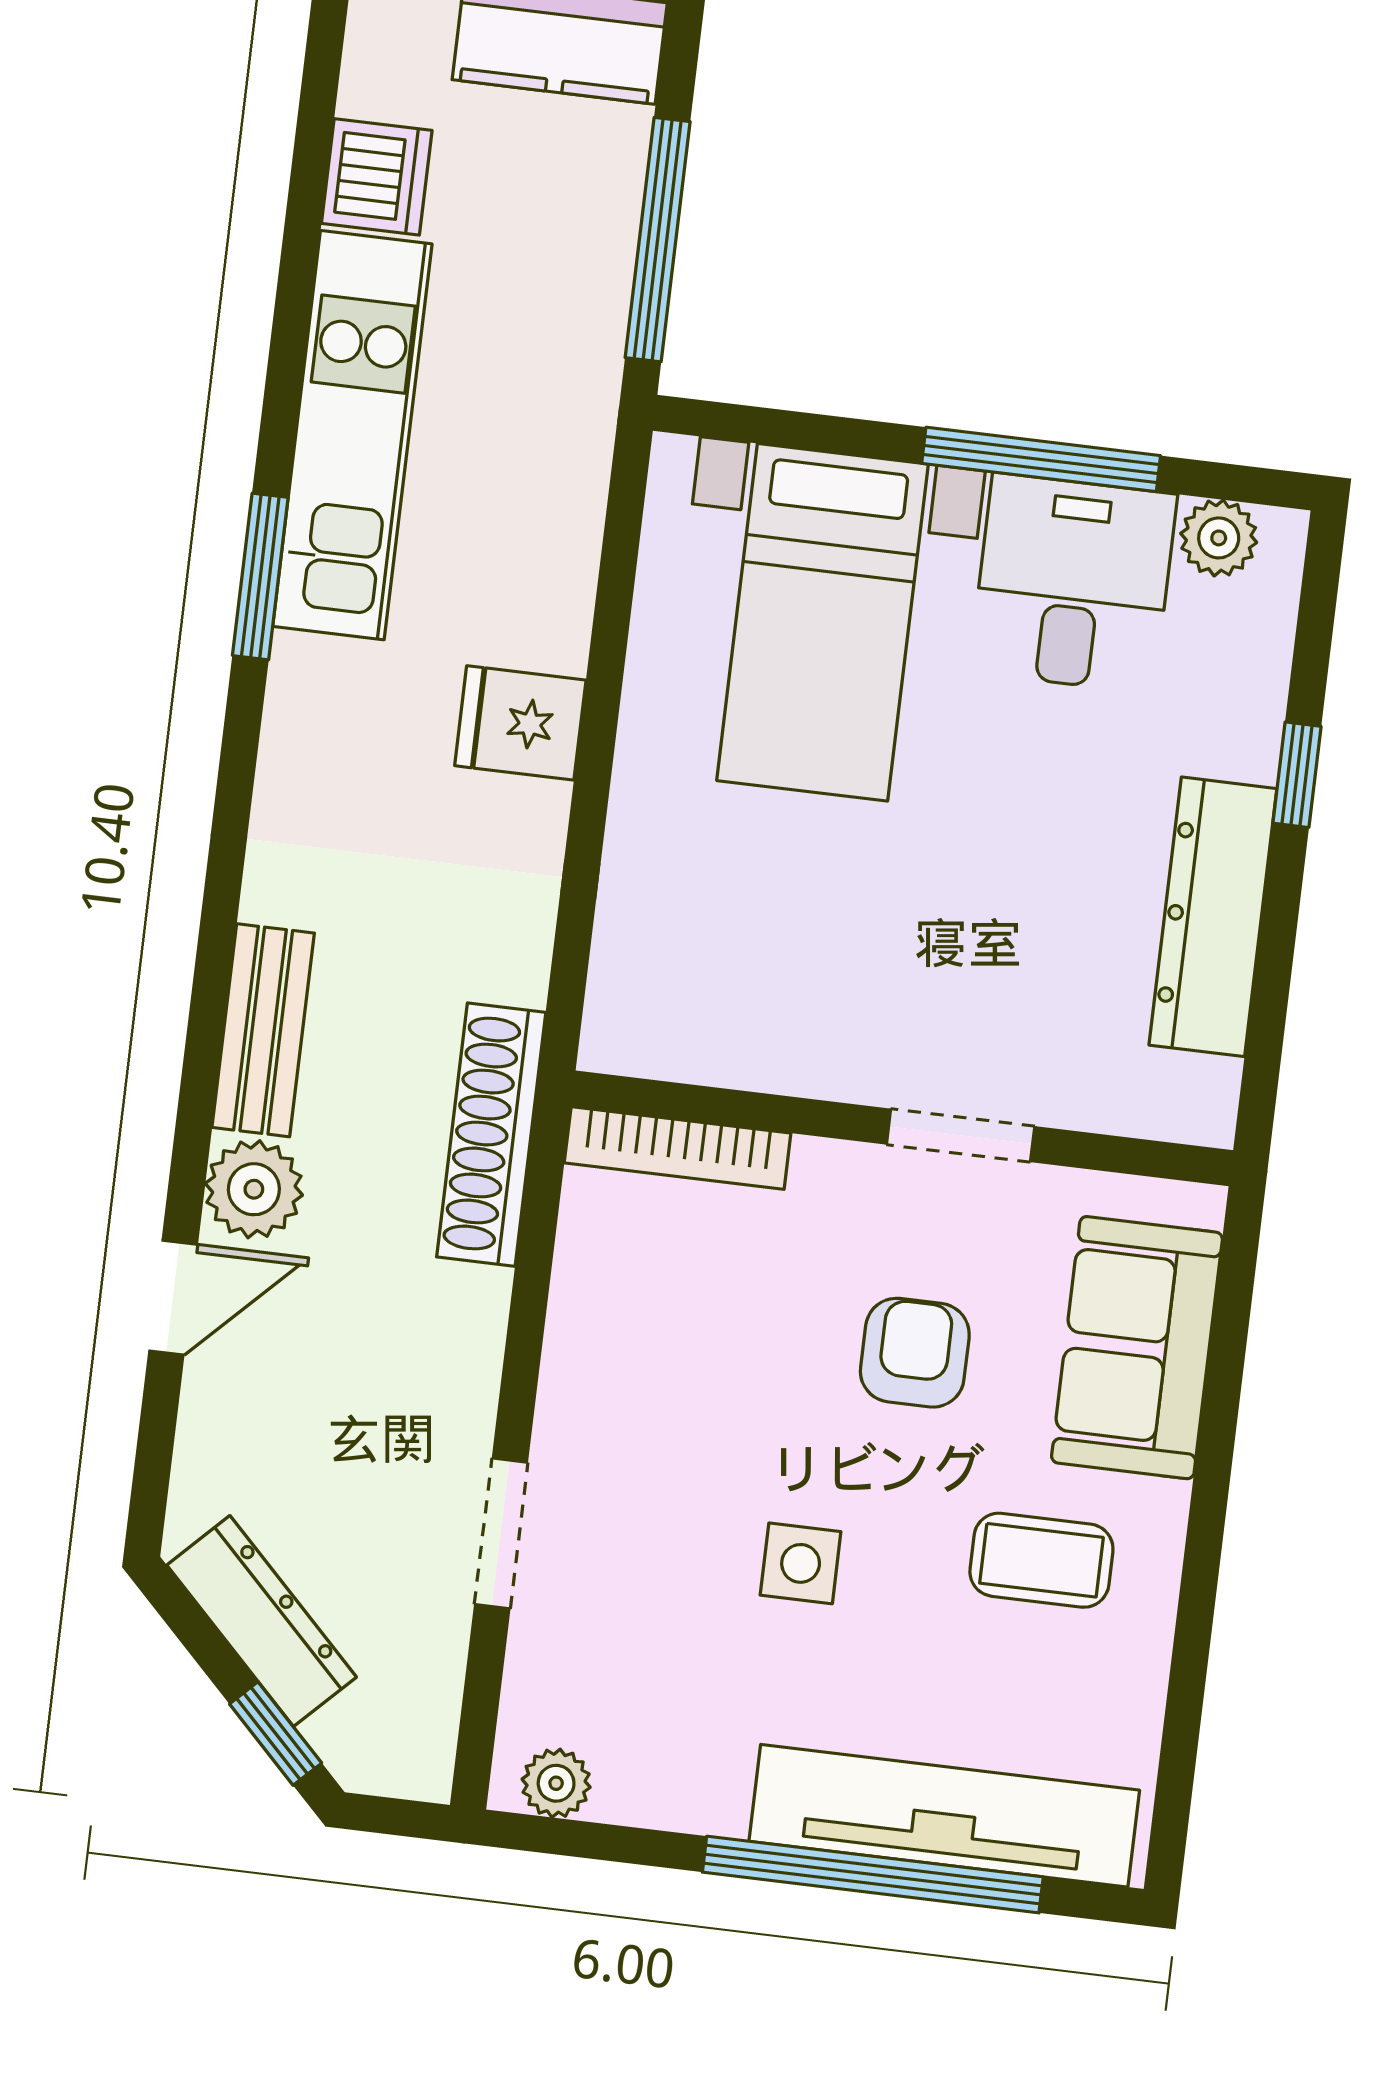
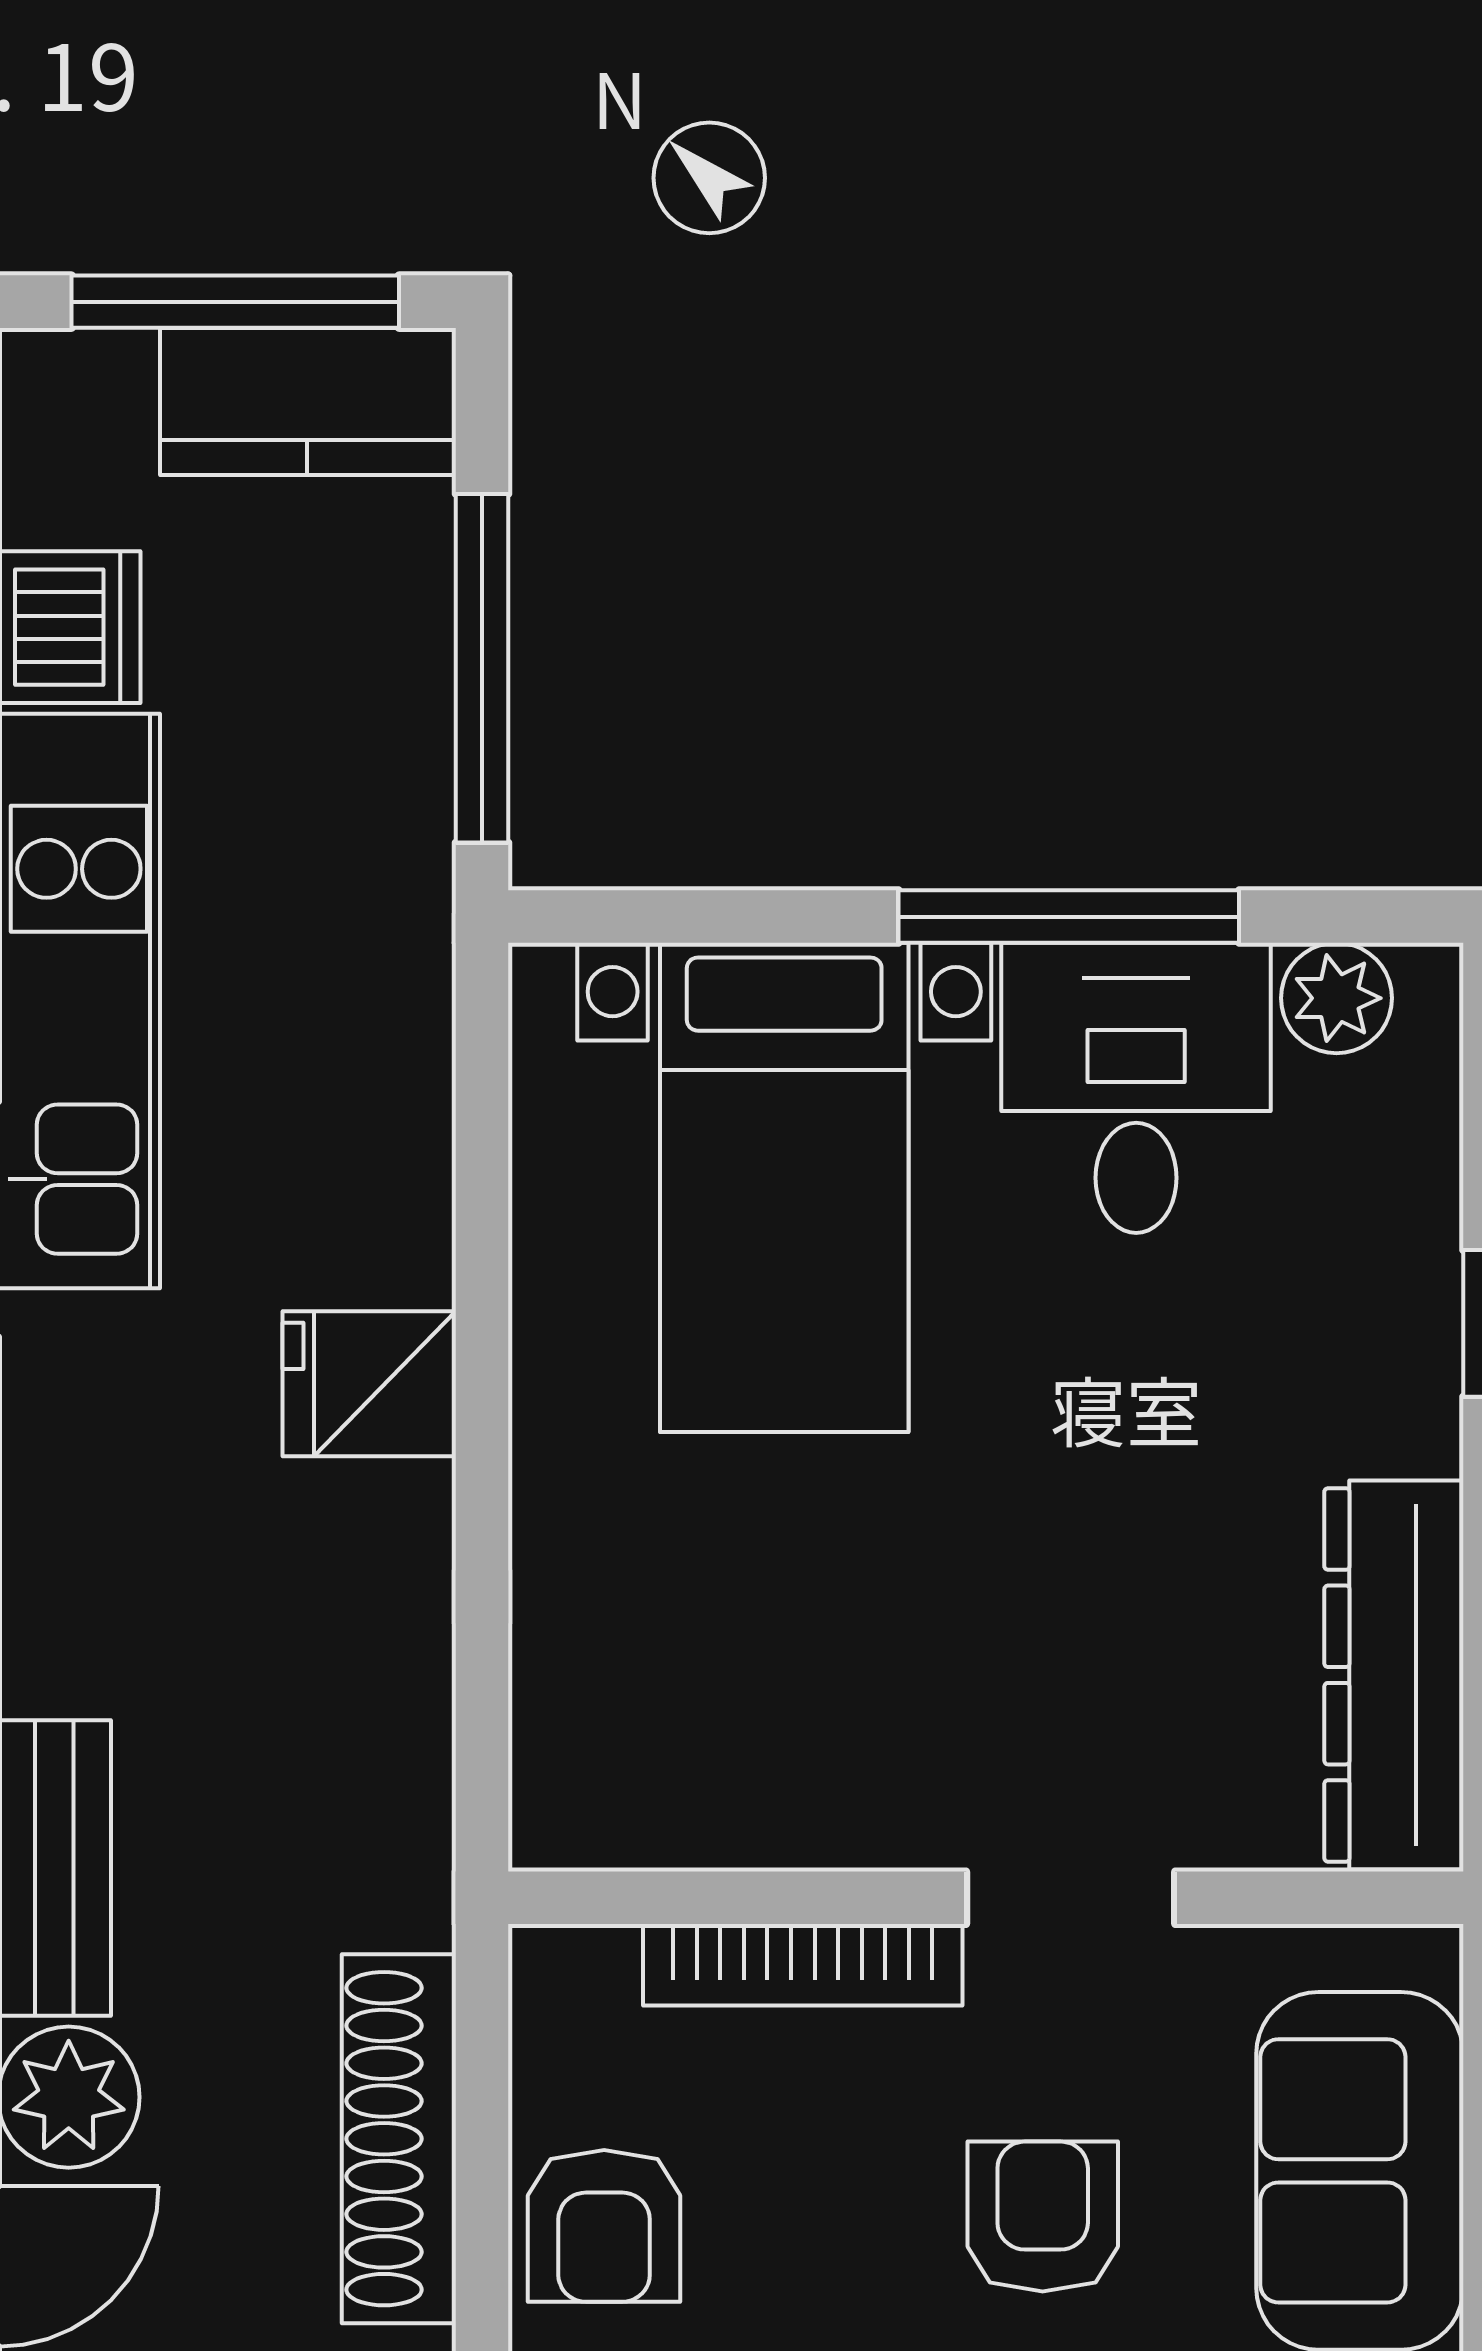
dresser: (1213, 917) -> (1394, 1675), moved
shoe rack: (491, 1135) -> (399, 2139), moved
bookcase: (678, 1148) -> (803, 1965), moved
armchair: (612, 1323) -> (604, 2226), added

